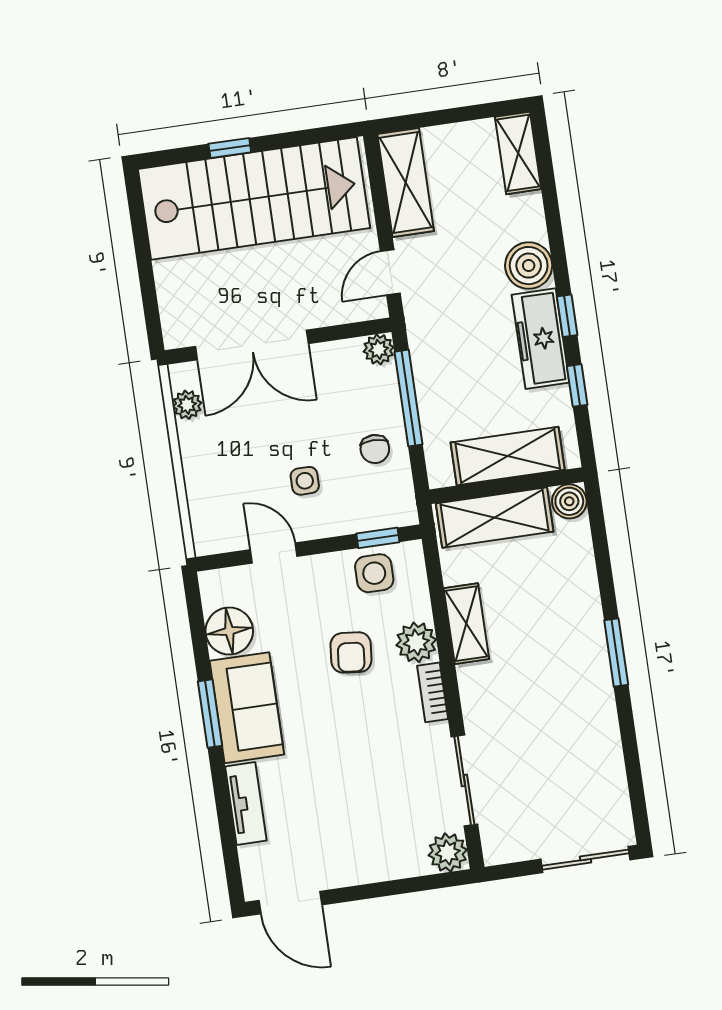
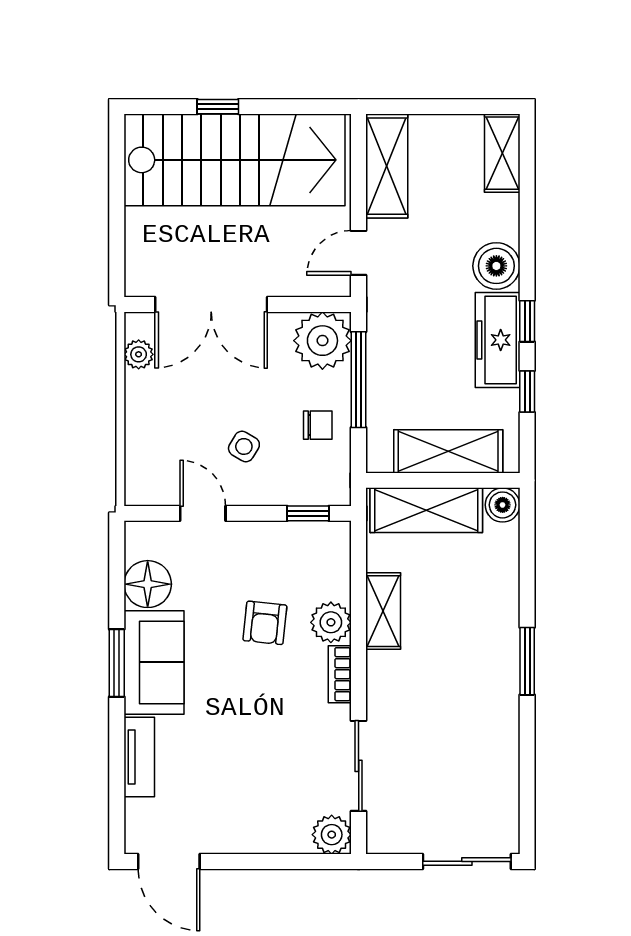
plant: (379, 349) -> (322, 341), width x1.88, depth x1.88
chair: (375, 449) -> (318, 425), turned -90
side table: (305, 481) -> (244, 446), turned 31
side table: (374, 573) -> (299, 548), removed

